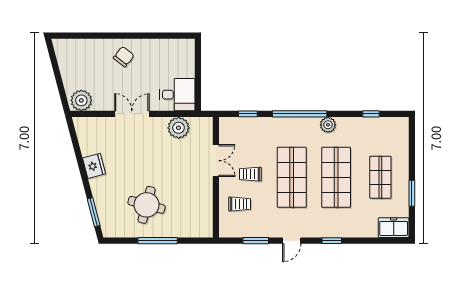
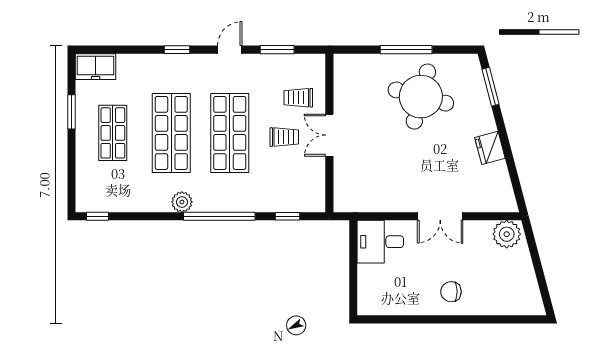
chair: (124, 57) -> (451, 292), turned 52
window: (371, 114) -> (98, 216), moved
plant: (179, 128) -> (379, 198), removed
double door: (216, 161) -> (329, 135), moved
round table: (147, 205) -> (421, 97), width x1.36, depth x1.36

